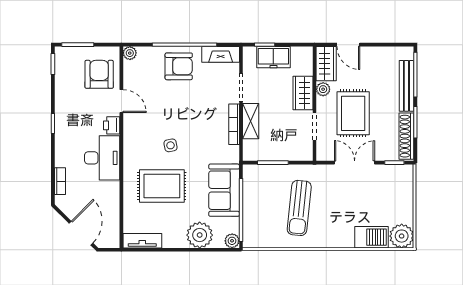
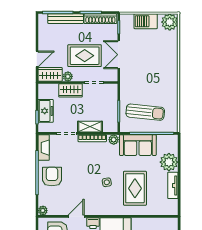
sun lounger: (299, 208) -> (145, 112), moved
barbecue: (372, 237) -> (146, 21), moved, turned -90
tv unit: (142, 241) -> (173, 185), moved
plant: (232, 241) -> (114, 140), moved

